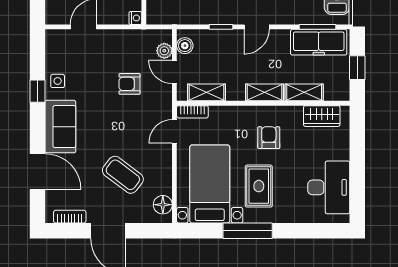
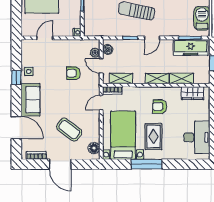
armchair: (269, 138) -> (160, 107), turned -90

